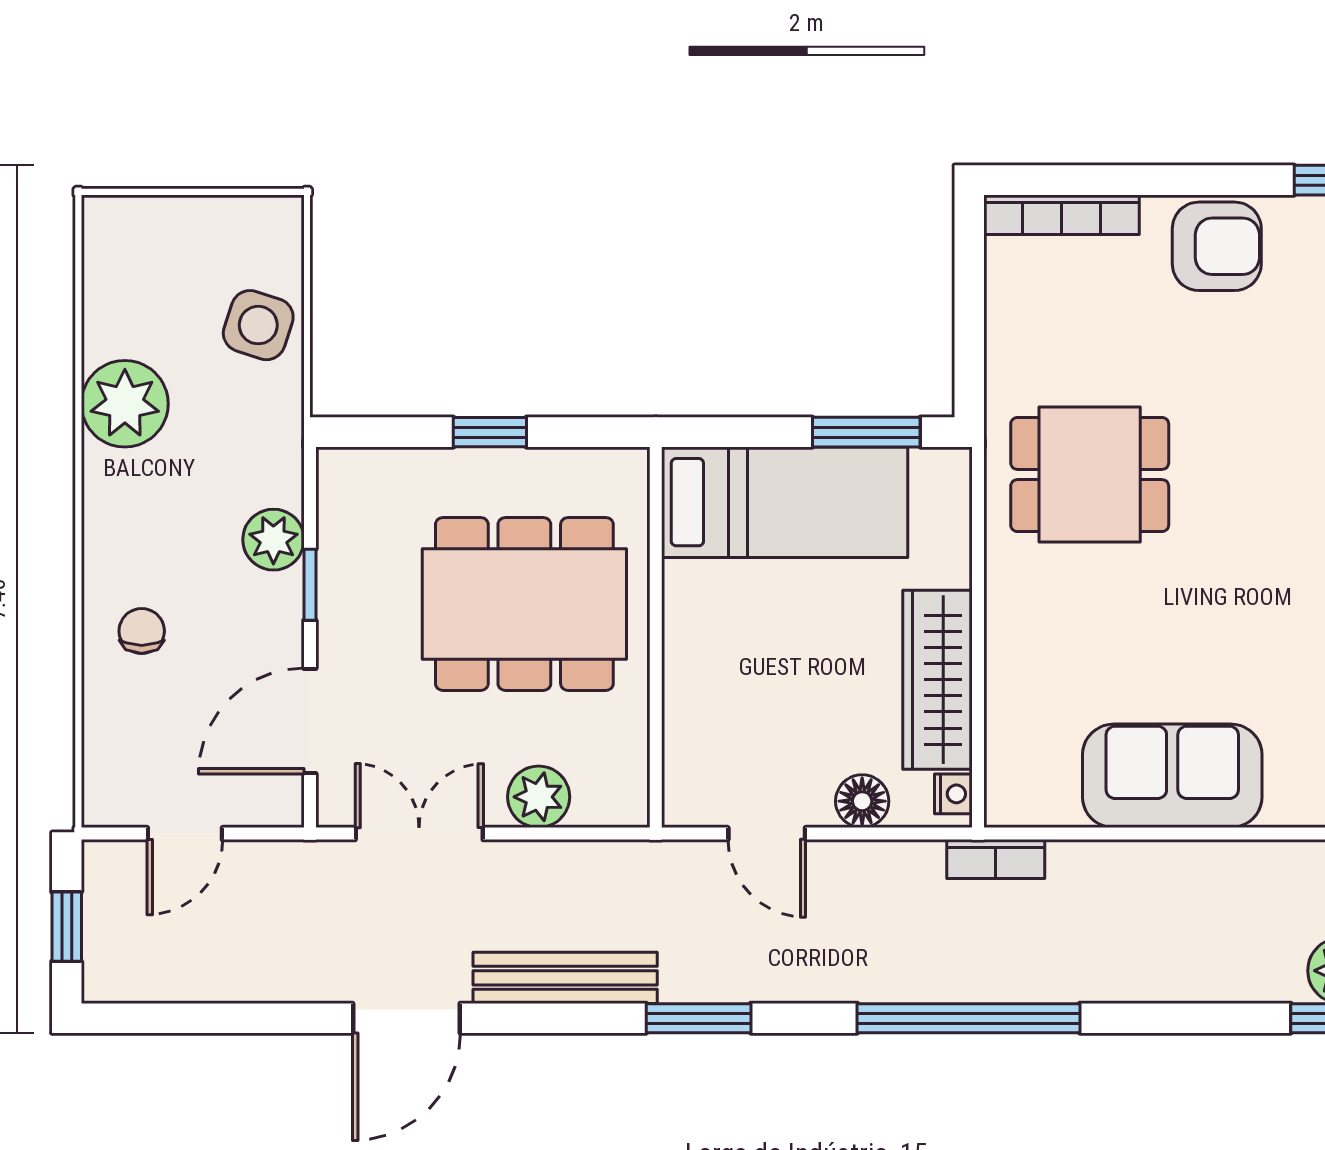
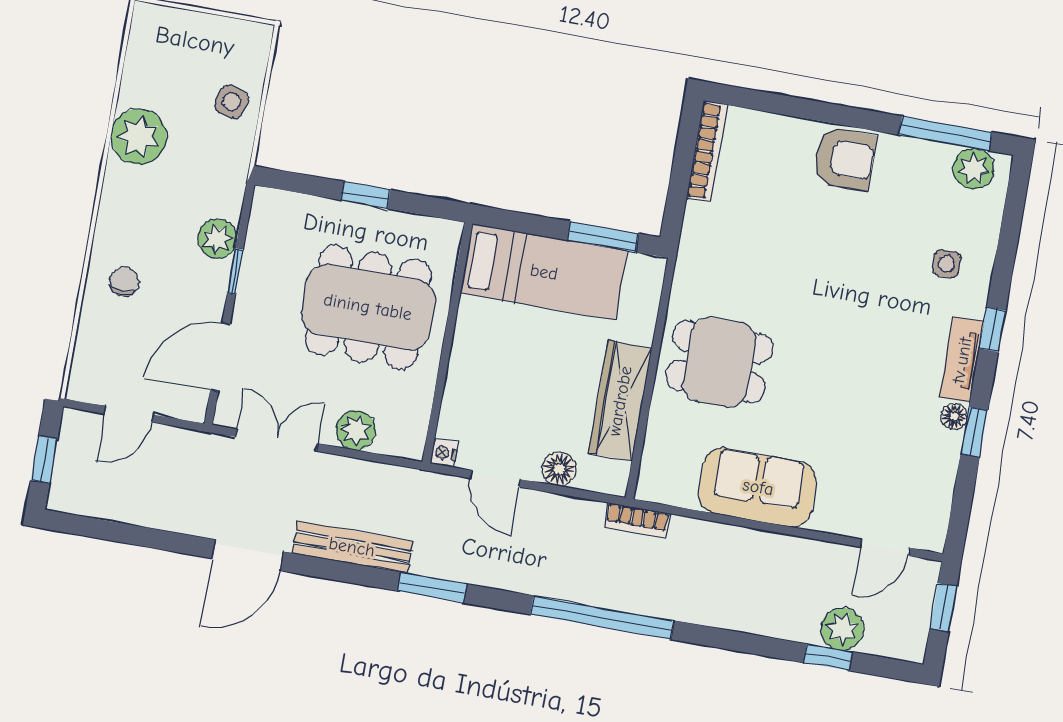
bookcase: (1062, 215) -> (707, 151), moved, turned -90
side table: (258, 325) -> (232, 102), width x0.73, depth x0.73
dining table: (1090, 475) -> (719, 362), moved
nightstand: (953, 794) -> (444, 453), moved, turned 180

